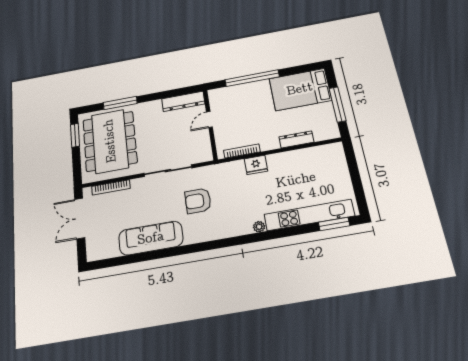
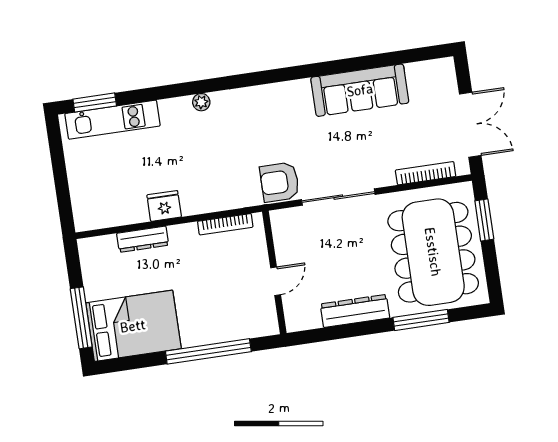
dresser: (183, 101) -> (355, 311), moved
window: (338, 104) -> (81, 318), moved
window: (75, 135) -> (484, 220), moved
fridge: (256, 165) -> (164, 206), moved
armchair: (198, 201) -> (279, 182), moved, turned 180
kitchen unit: (309, 215) -> (113, 120), width x0.73

